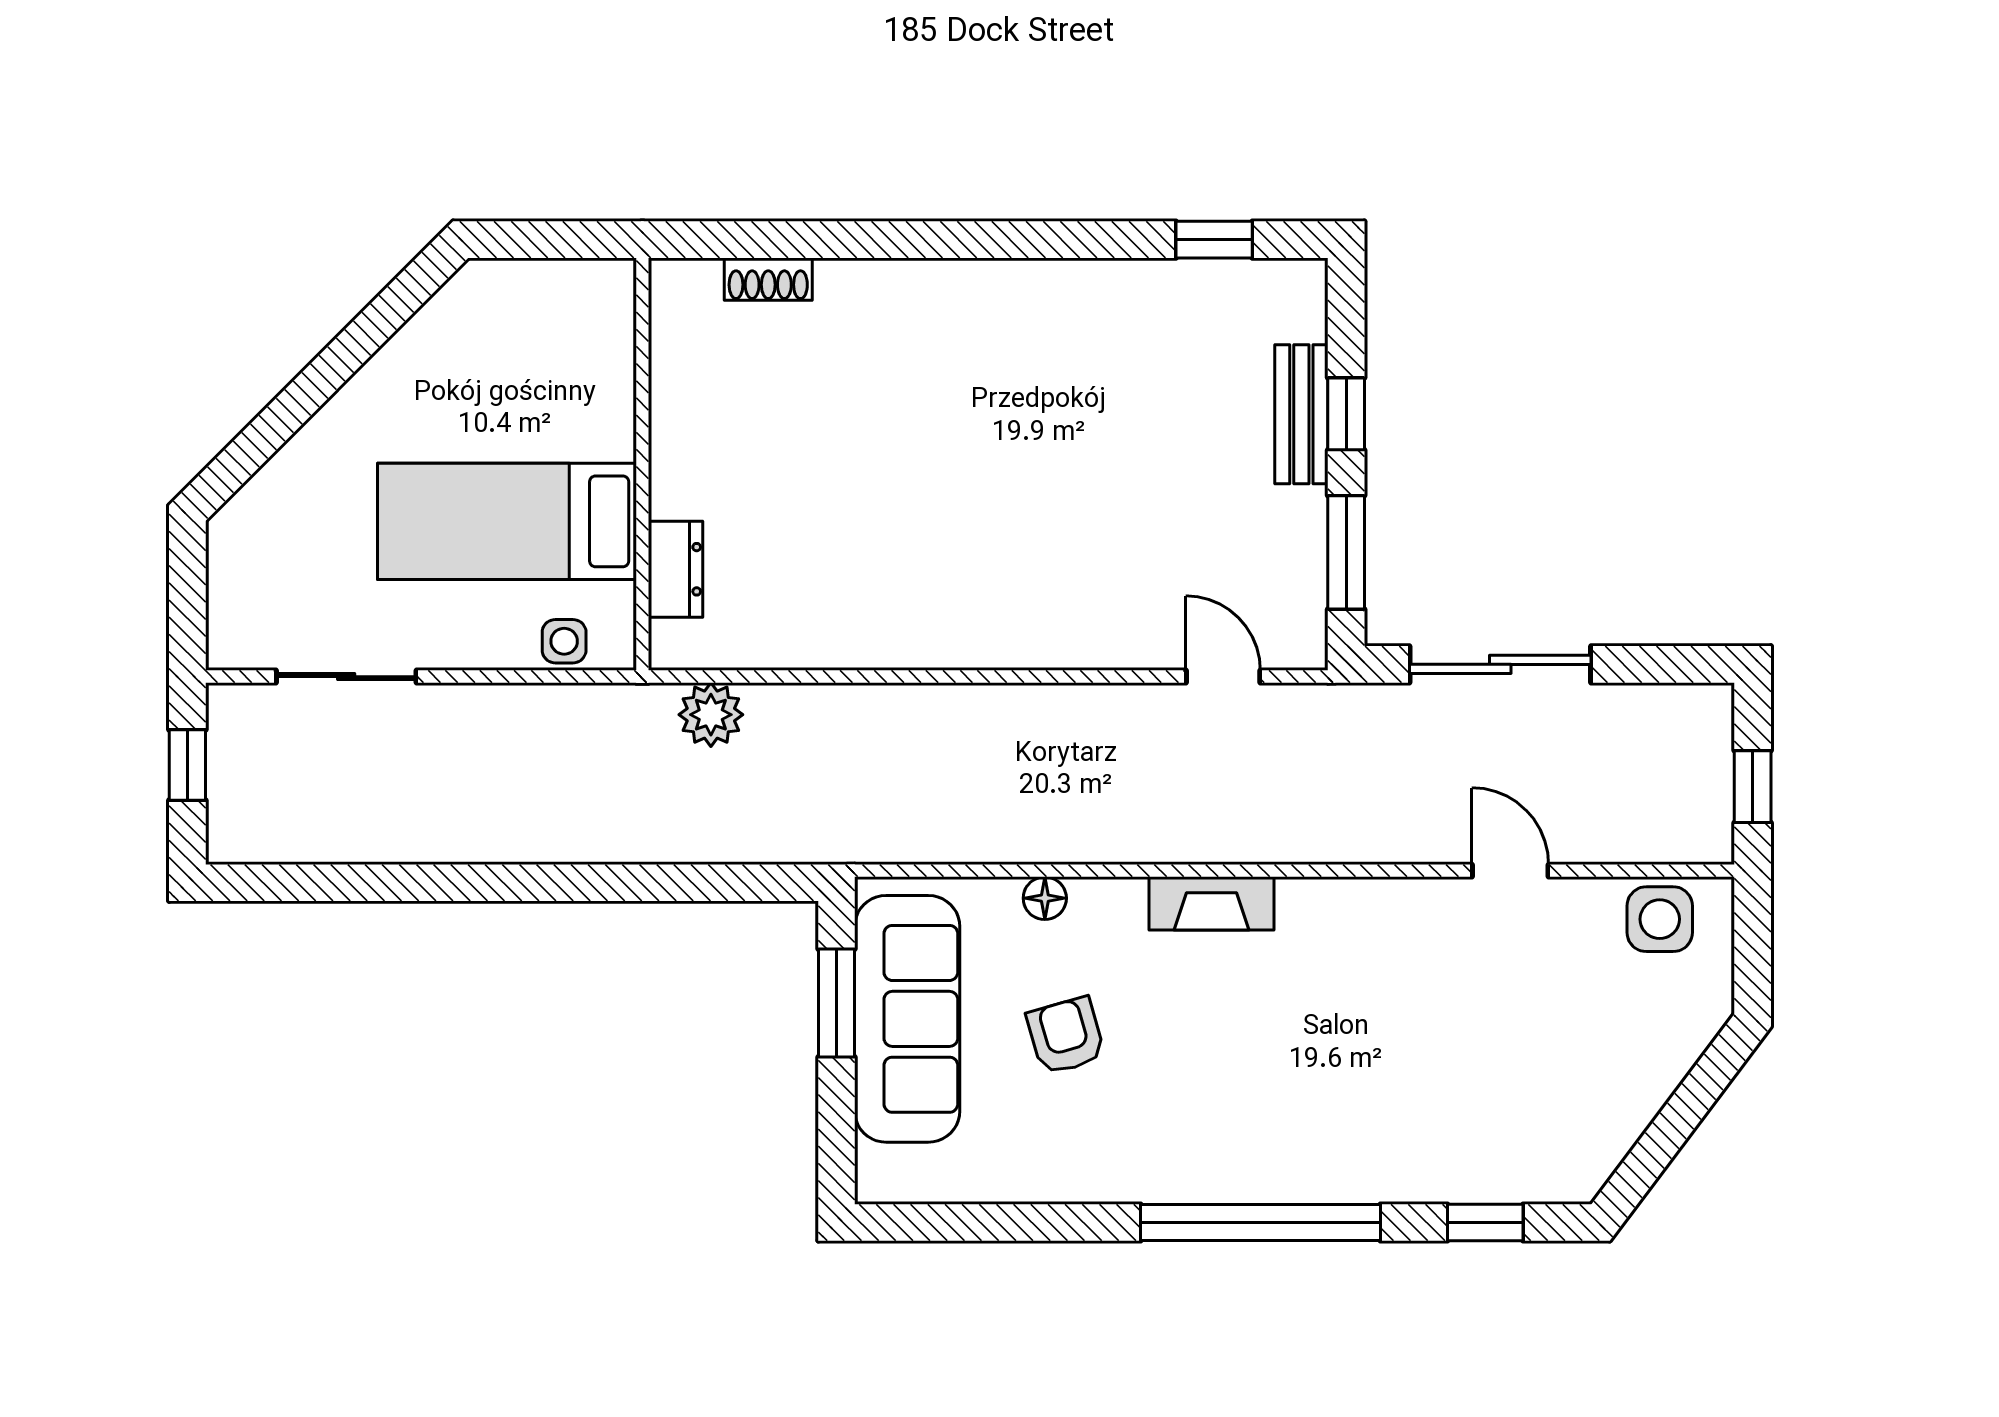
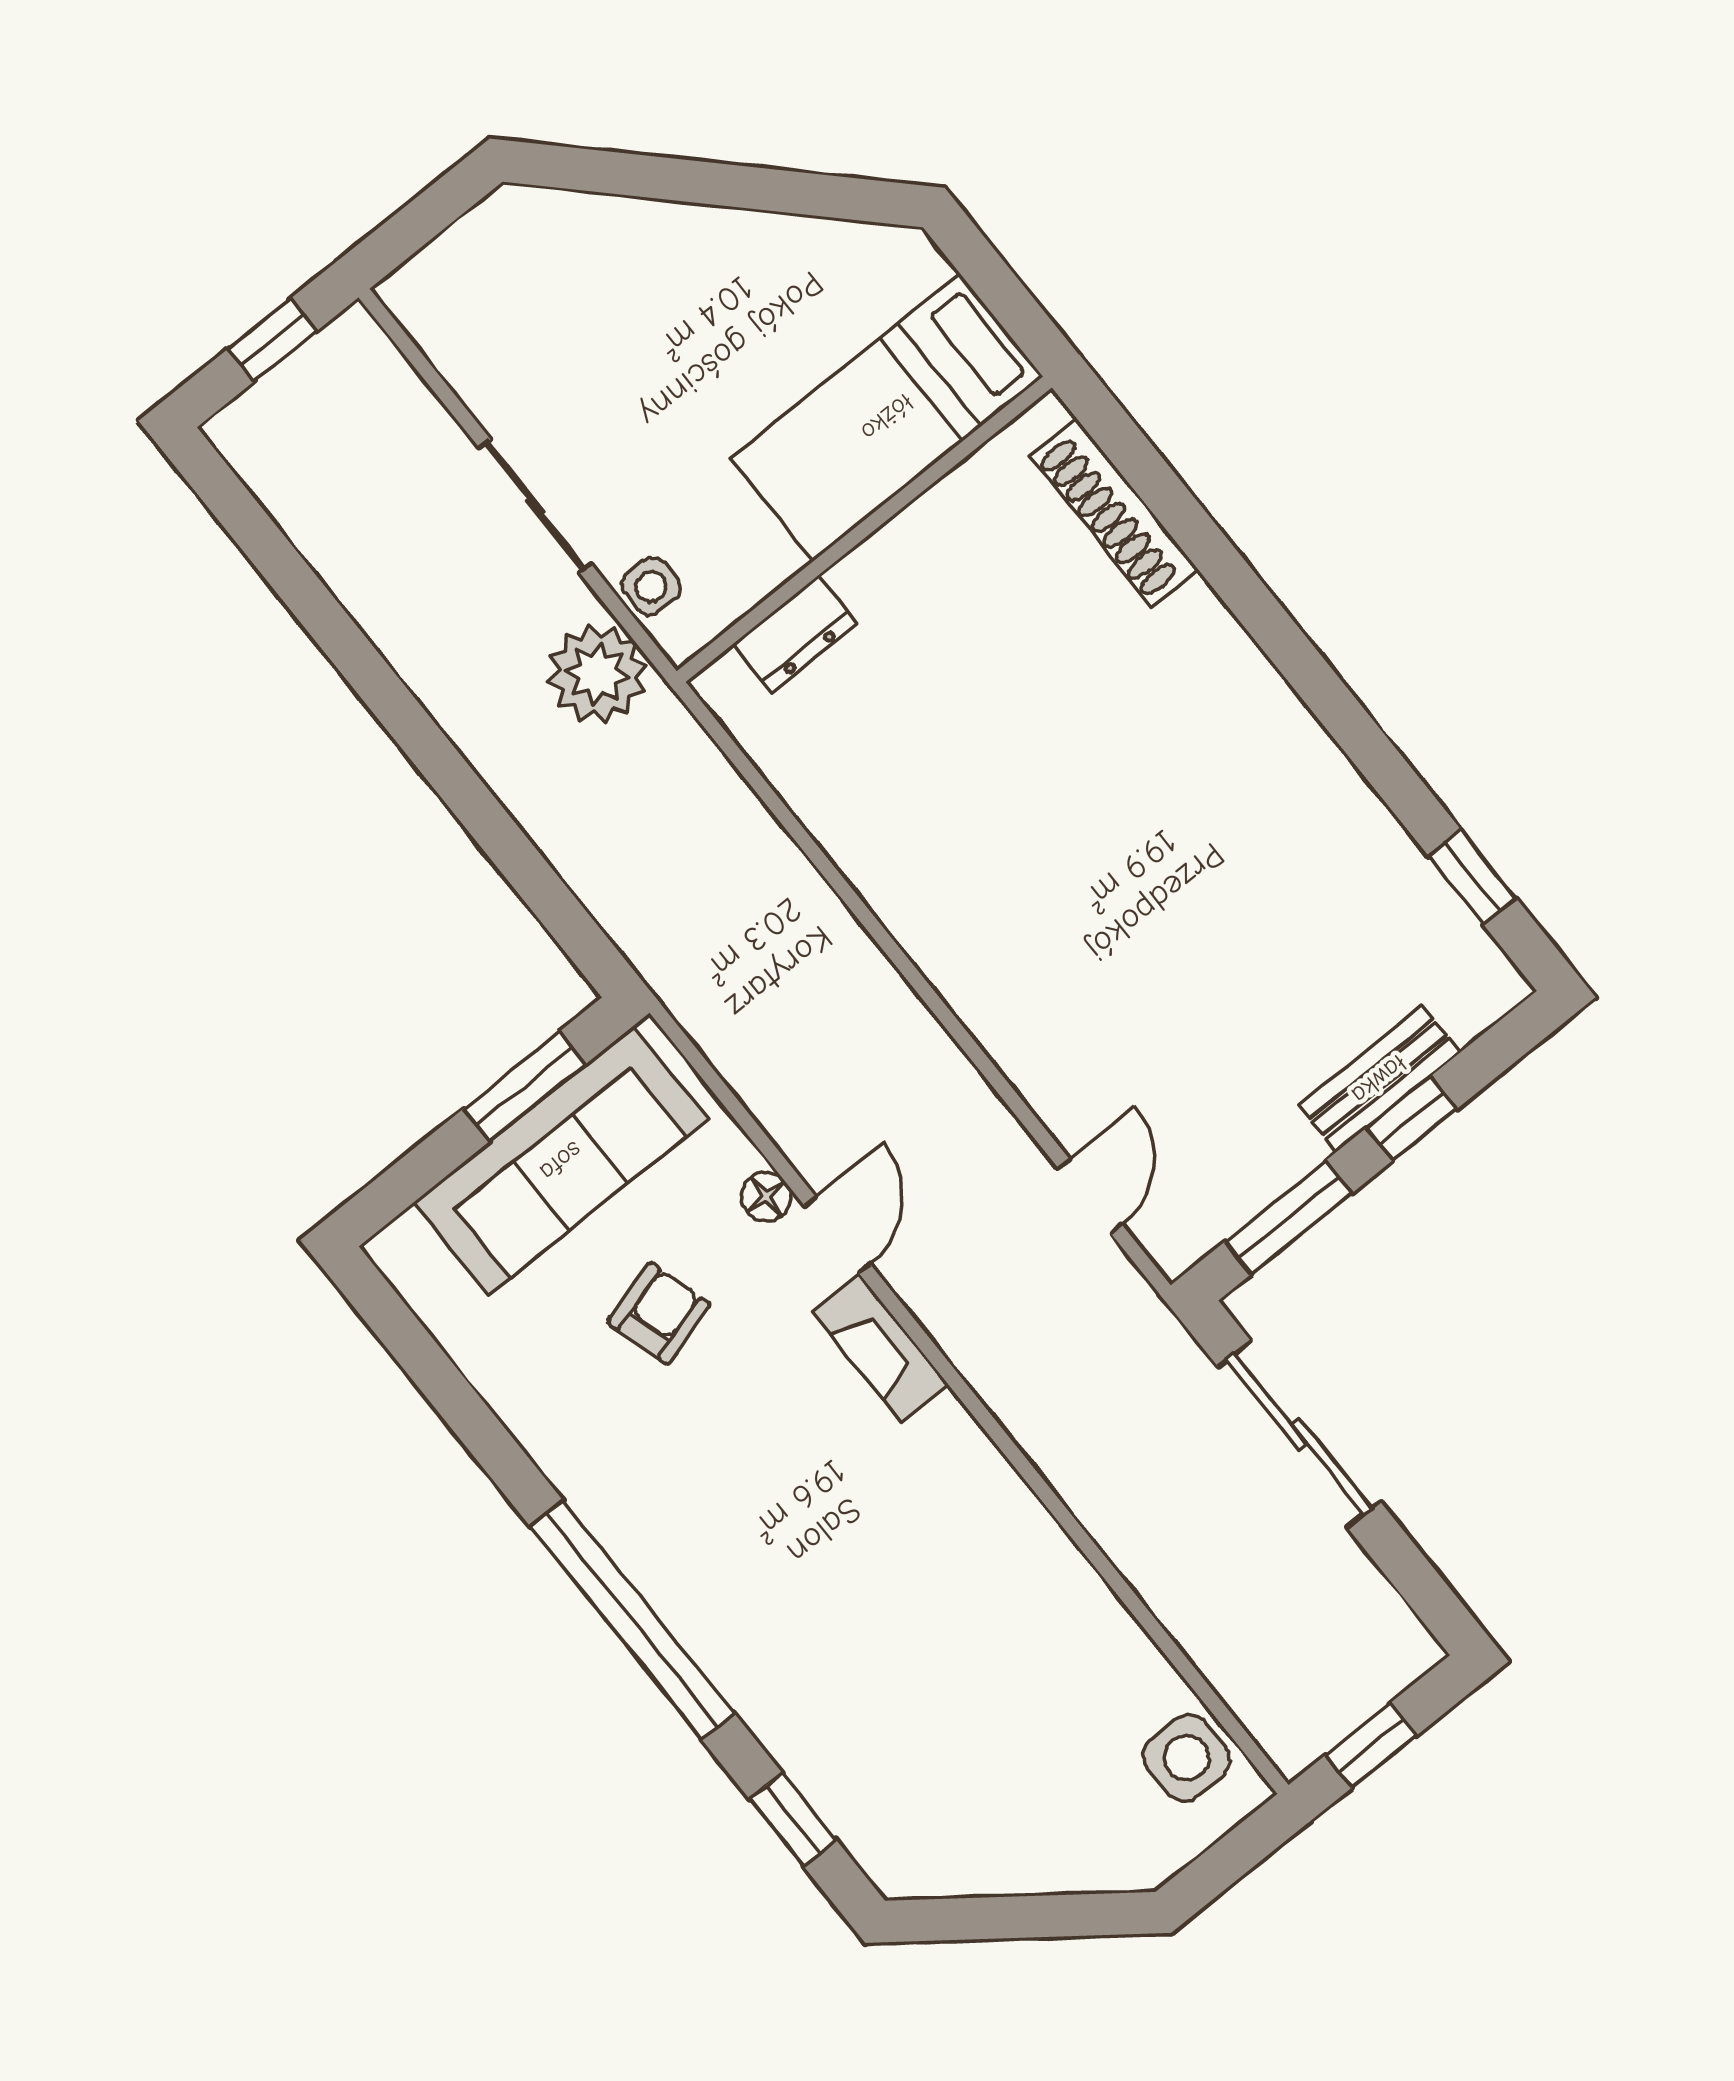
shoe rack: (768, 279) -> (1114, 513), width x1.94, depth x1.24
bed: (507, 521) -> (887, 417), moved, turned -90
sliding door: (346, 677) -> (535, 506), moved
plant: (711, 715) -> (597, 674), moved, width x1.36, depth x1.36
door: (1510, 871) -> (837, 1235), moved

